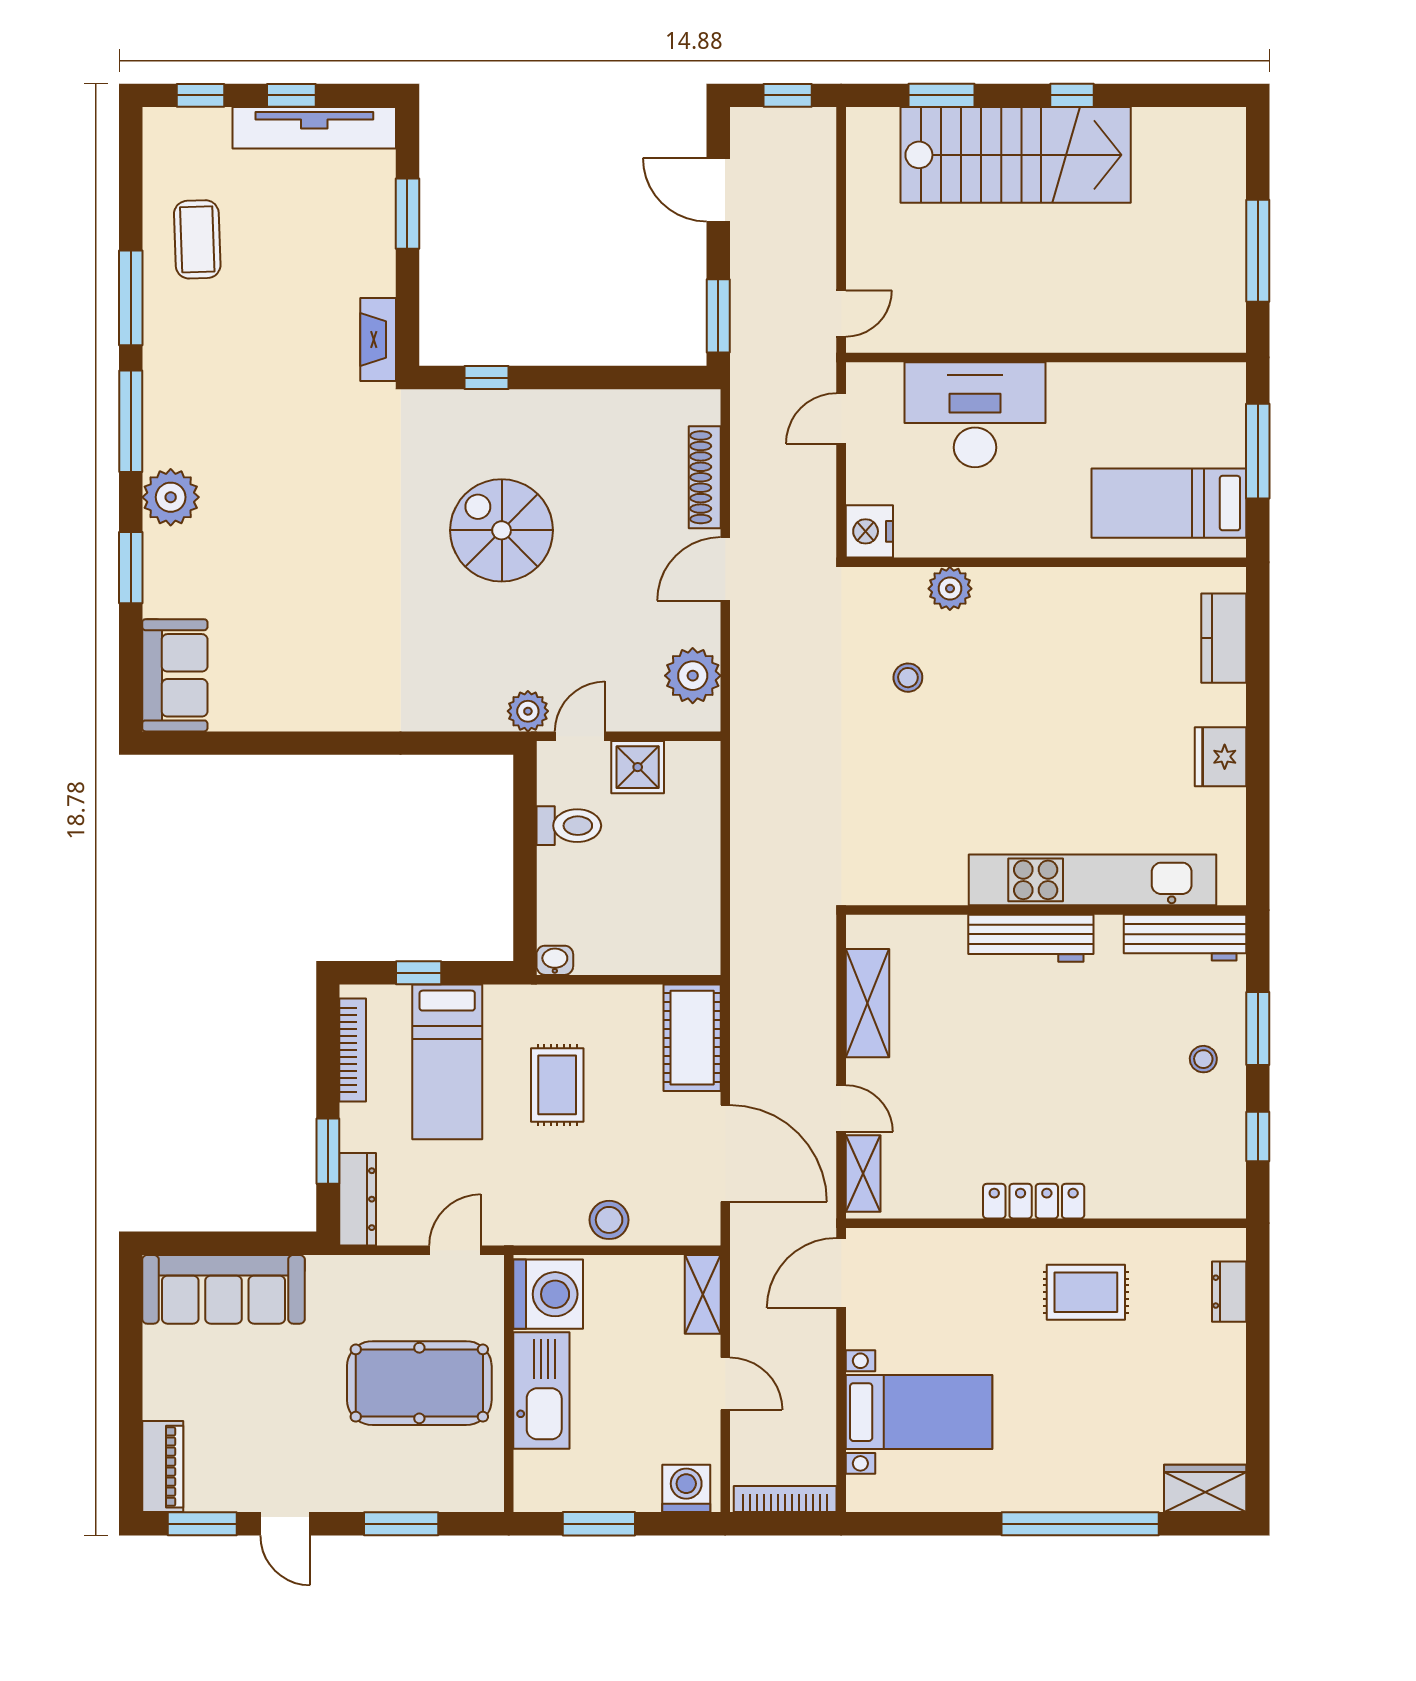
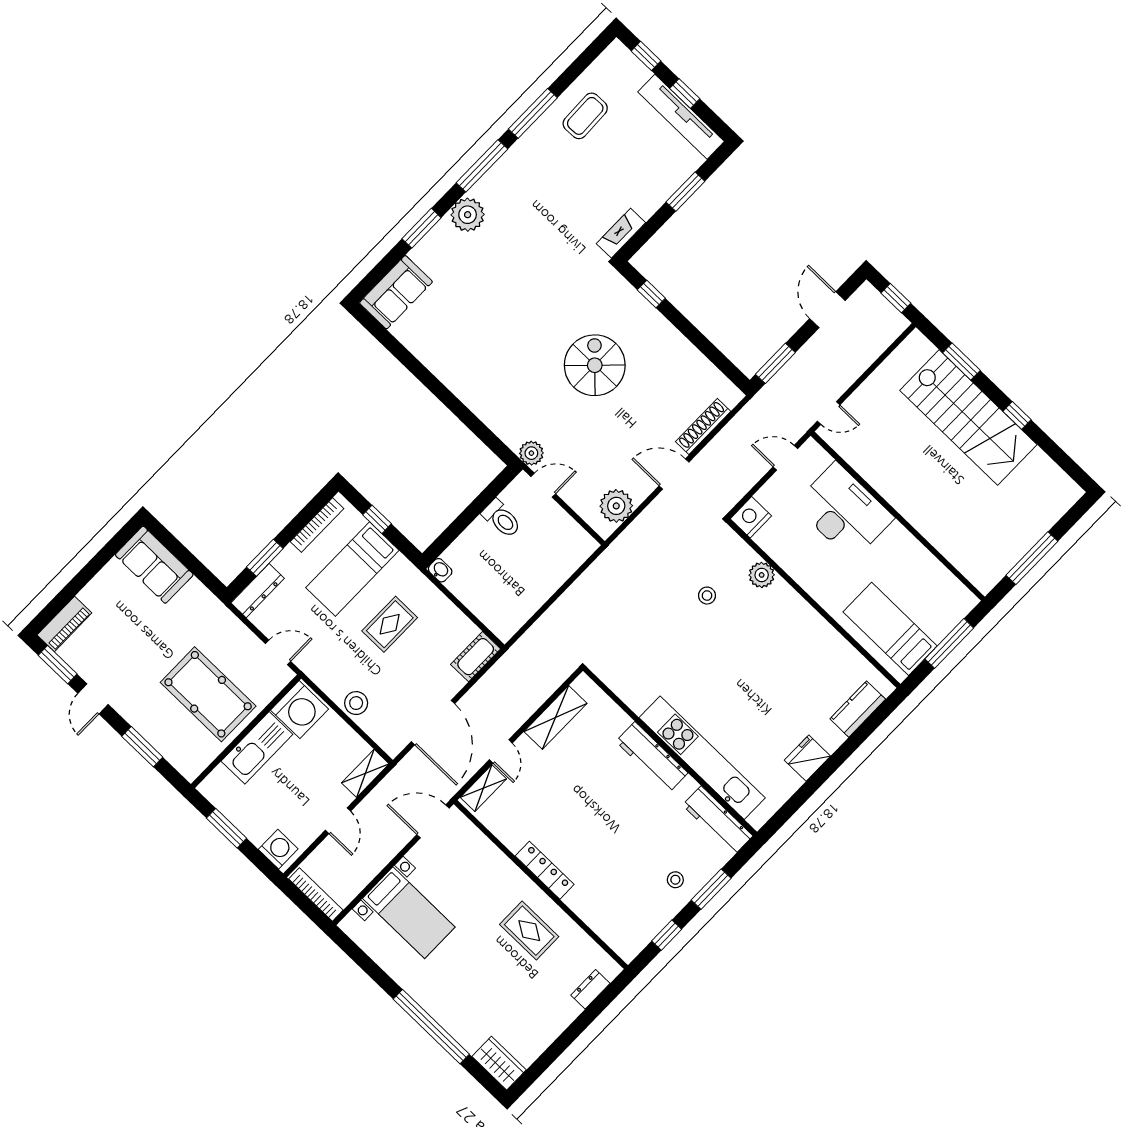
shower: (638, 767) -> (555, 522), removed
cot: (692, 1038) -> (476, 657), width x0.73, depth x0.75
sofa: (223, 1289) -> (154, 565), width x0.73

